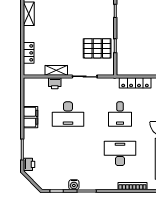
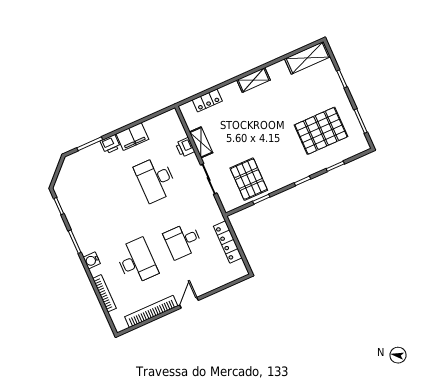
printer: (29, 164) -> (110, 144), moved
water cooler: (74, 185) -> (92, 260), moved

